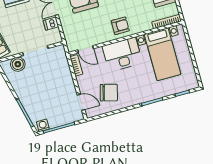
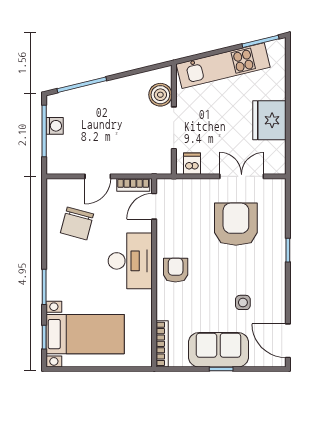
dishwasher: (51, 24) -> (192, 164), moved
armchair: (120, 26) -> (176, 270), turned 180
bed with nightstands: (163, 54) -> (85, 334), moved, turned 180
door: (81, 102) -> (98, 176), moved
washing machine: (43, 125) -> (55, 126), moved

